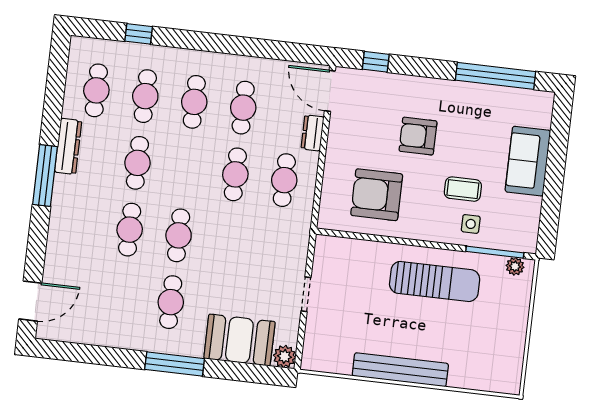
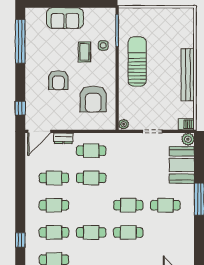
plant: (515, 266) -> (124, 124), moved
barbecue: (312, 357) -> (186, 124), added

